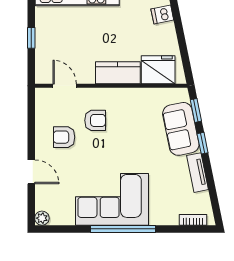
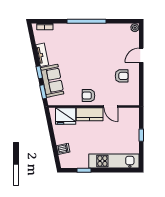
door: (65, 86) -> (111, 106), moved
armchair: (95, 120) -> (89, 96), moved
door: (31, 172) -> (141, 55), hinge flipped
corner sofa: (112, 199) -> (93, 39), removed

